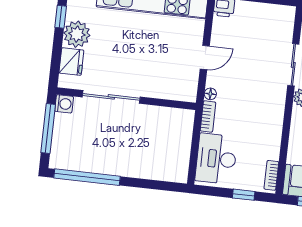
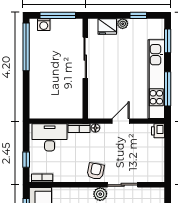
plant: (77, 34) -> (123, 24), width x0.53, depth x0.53
door: (205, 58) -> (121, 121), swing flipped
armchair: (270, 100) -> (96, 171), added
washing machine: (64, 104) -> (44, 25), moved

